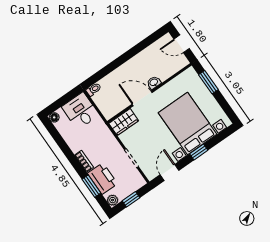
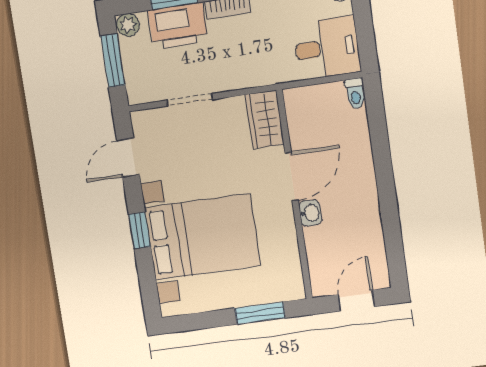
door: (169, 172) -> (128, 158), swing flipped
window: (131, 199) -> (113, 61), width x1.50

